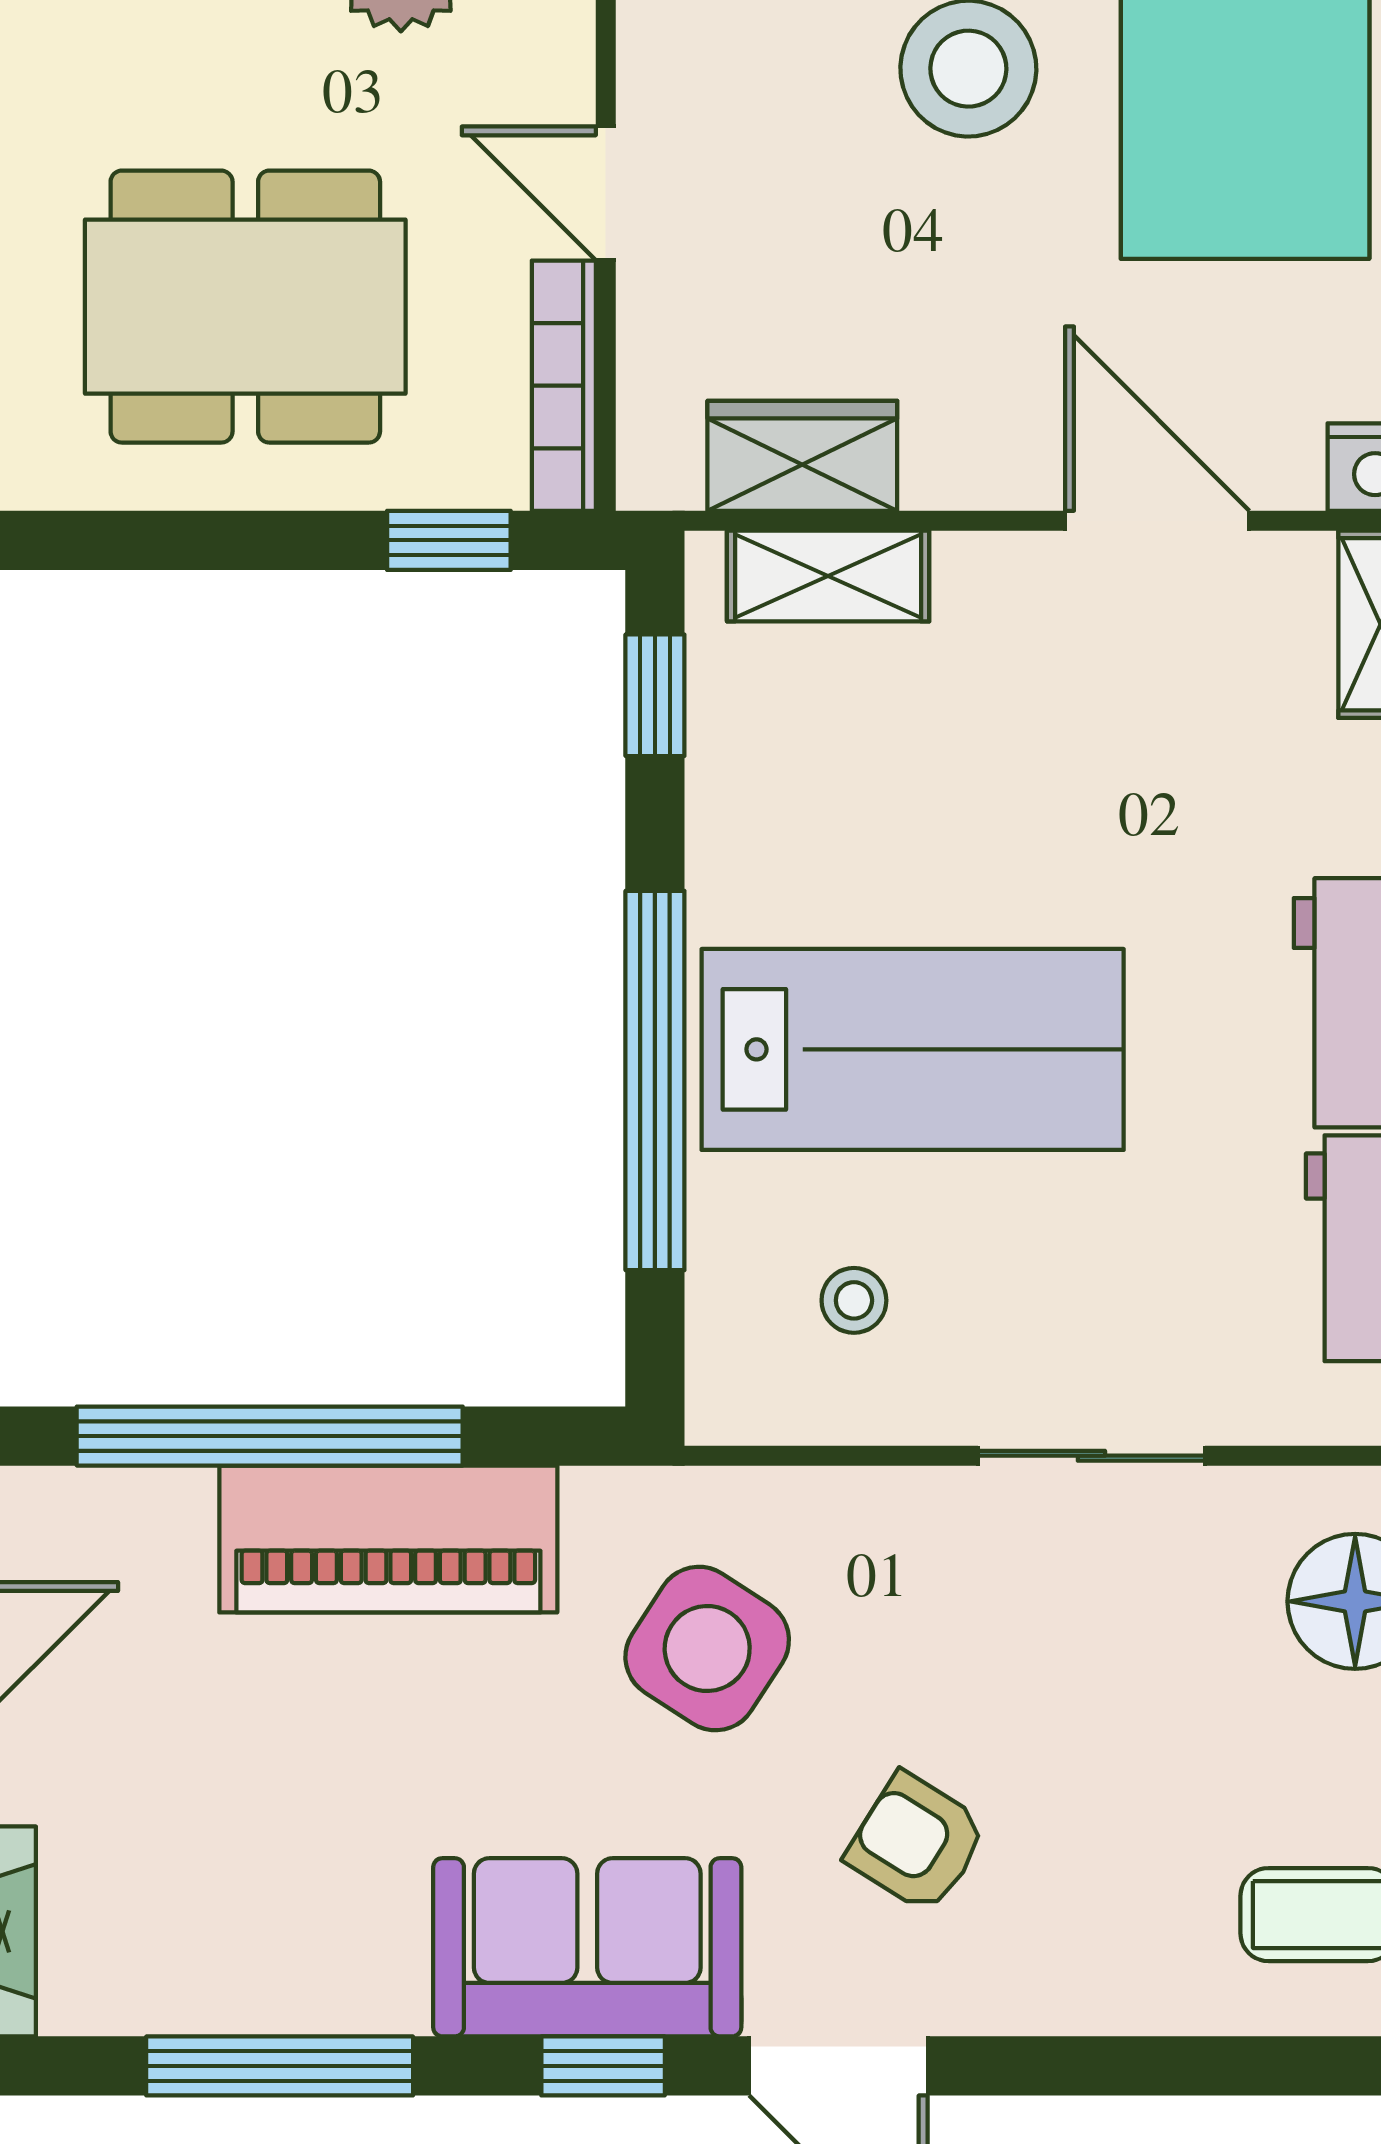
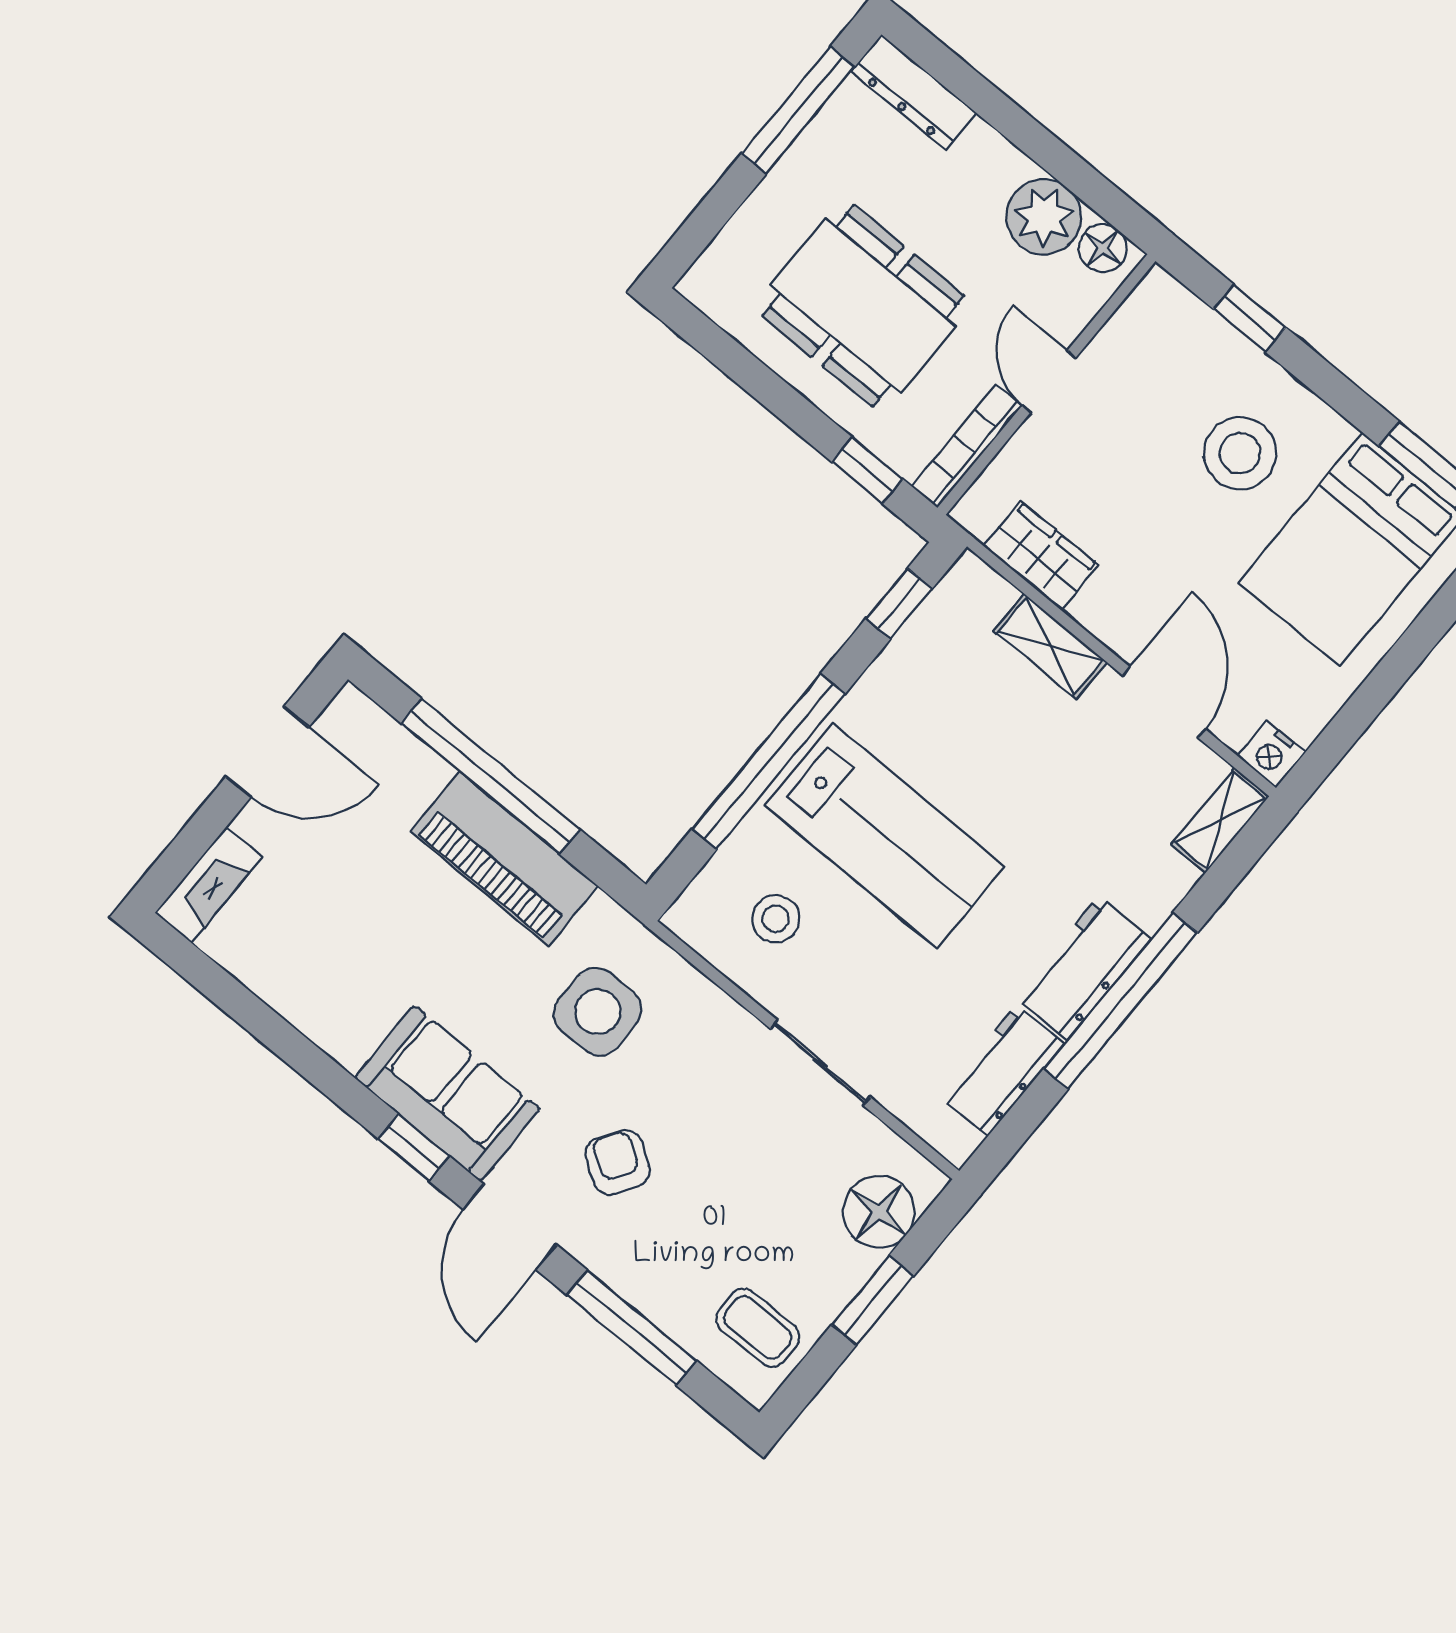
shelving: (828, 576) -> (1050, 646), moved
stool: (854, 1300) -> (776, 919), width x1.37, depth x1.37
side table: (707, 1648) -> (598, 1012), turned -33
window: (280, 2066) -> (632, 1328), moved

